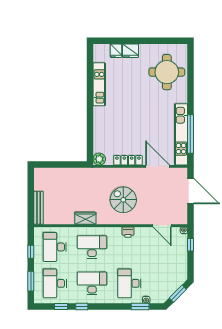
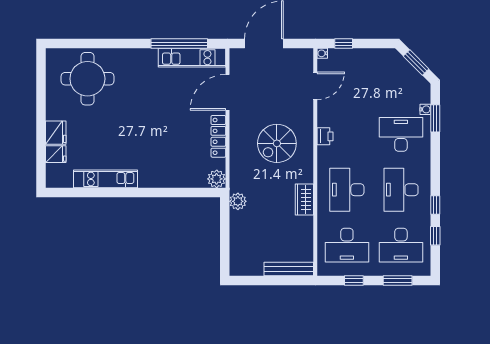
kitchen unit: (181, 134) -> (192, 58), width x0.73
plant: (84, 173) -> (238, 201), added
desk: (129, 283) -> (401, 134), turned 180

